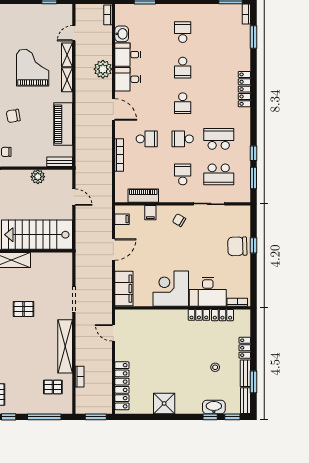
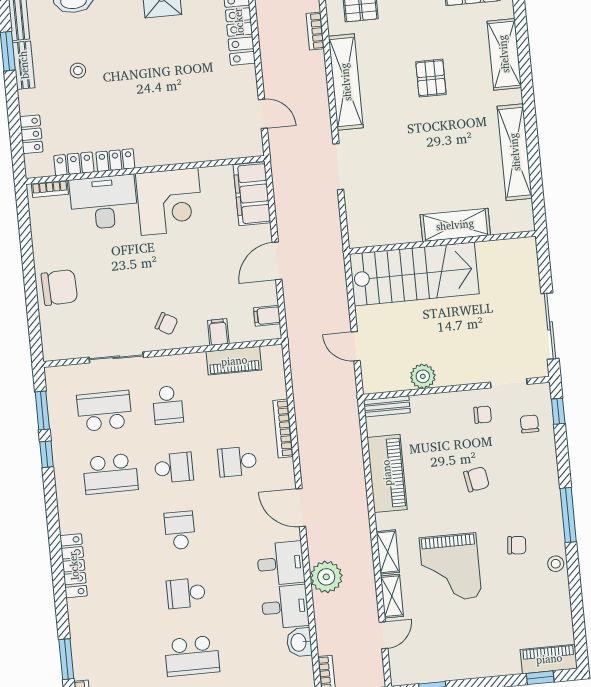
school desk: (183, 32) -> (192, 656), width x1.85
school desk: (183, 68) -> (186, 593), turned -90
window: (254, 245) -> (31, 292), removed
pallet: (24, 309) -> (431, 78), moved, turned 90
locker: (245, 348) -> (31, 134), moved

